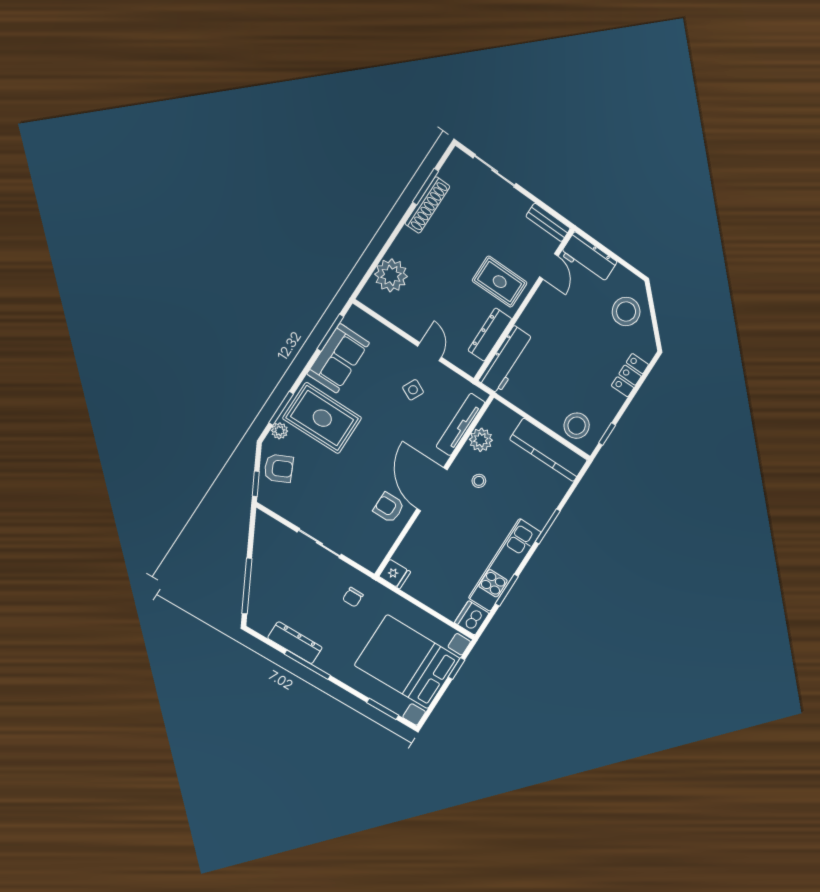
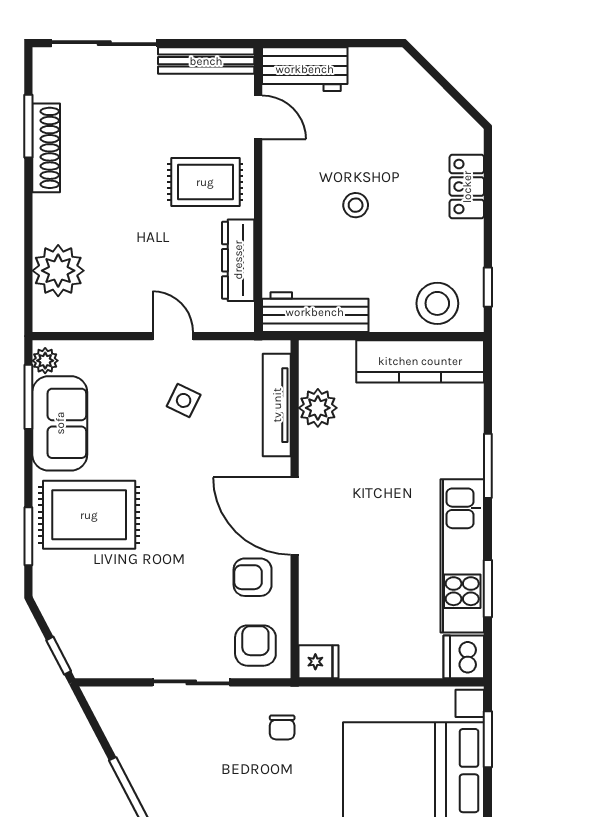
sliding door: (495, 171) -> (104, 43), width x1.37
bench: (548, 222) -> (206, 61), width x1.36
stool: (626, 312) -> (356, 205), moved, width x0.53, depth x0.53
workbench: (506, 360) -> (315, 312), moved, turned -90
plant: (280, 431) -> (45, 361), moved
armchair: (279, 468) -> (255, 646), moved, turned -65
stool: (479, 481) -> (351, 465), removed
window: (456, 669) -> (488, 739), width x1.50

